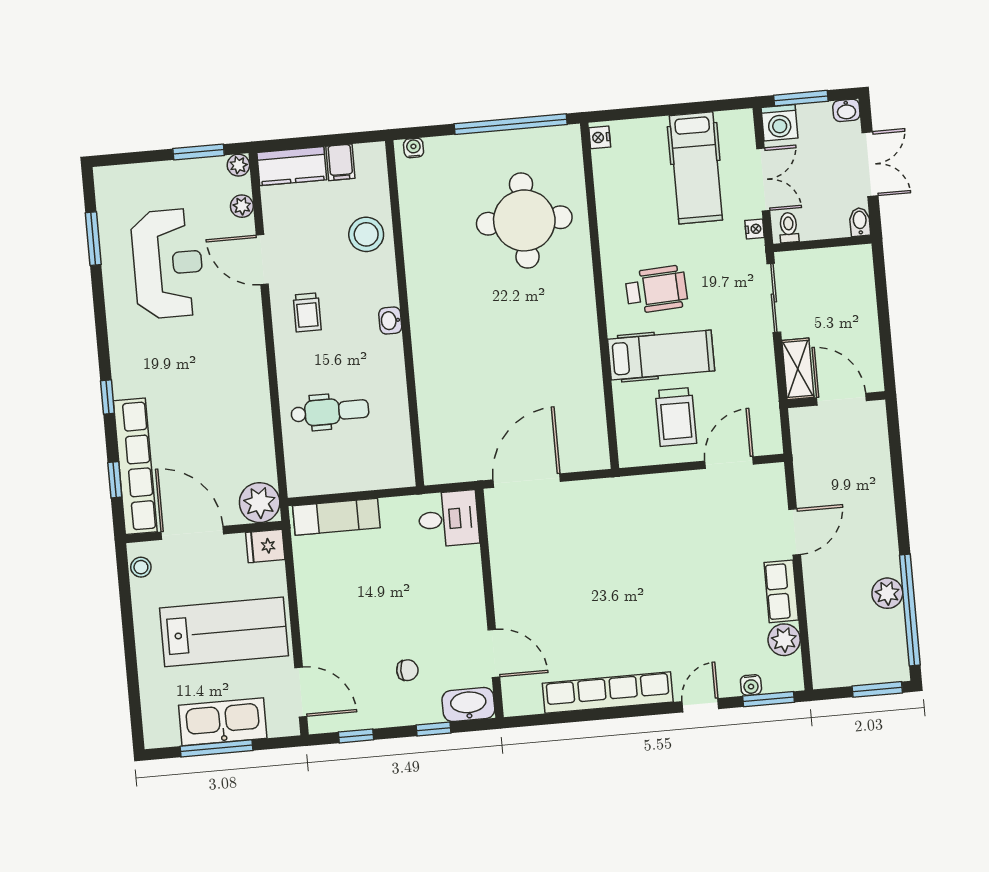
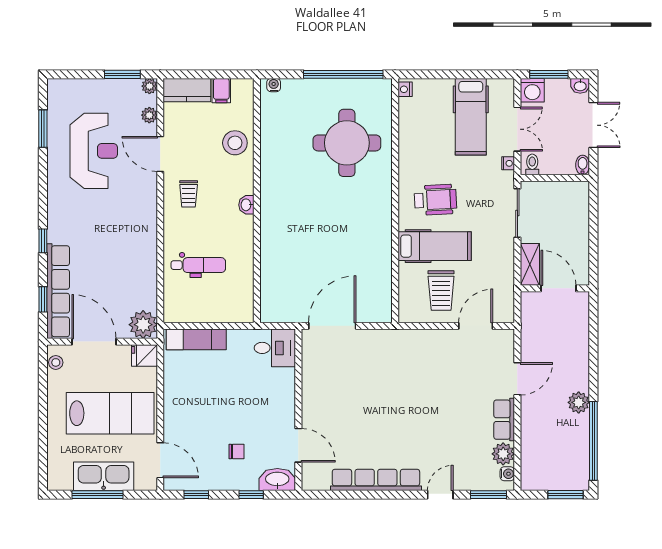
plant: (887, 593) -> (579, 402), moved
water cooler: (751, 685) -> (507, 474), moved, turned -90

